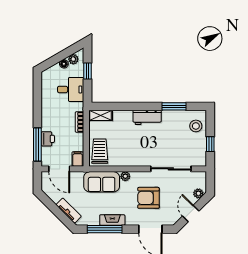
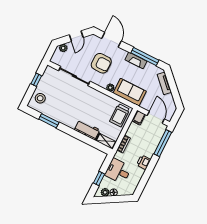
workbench: (147, 117) -> (87, 130), moved
printer: (48, 139) -> (144, 162), moved

